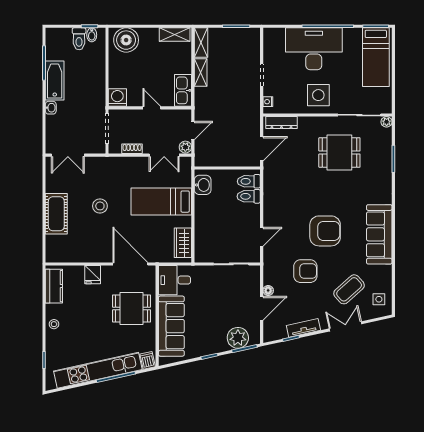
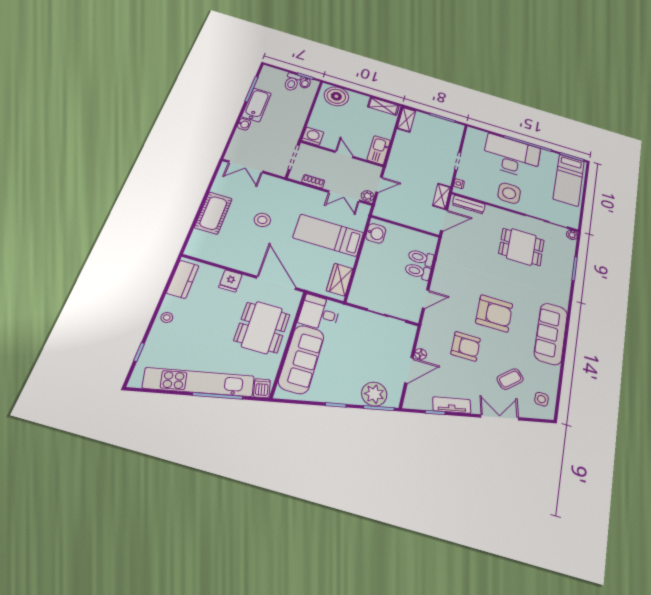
shelving: (201, 73) -> (441, 196), moved
toilet: (249, 181) -> (418, 271), moved
coffee table: (349, 289) -> (510, 379), width x0.73, depth x0.77
dining table: (132, 308) -> (262, 327), width x1.37

